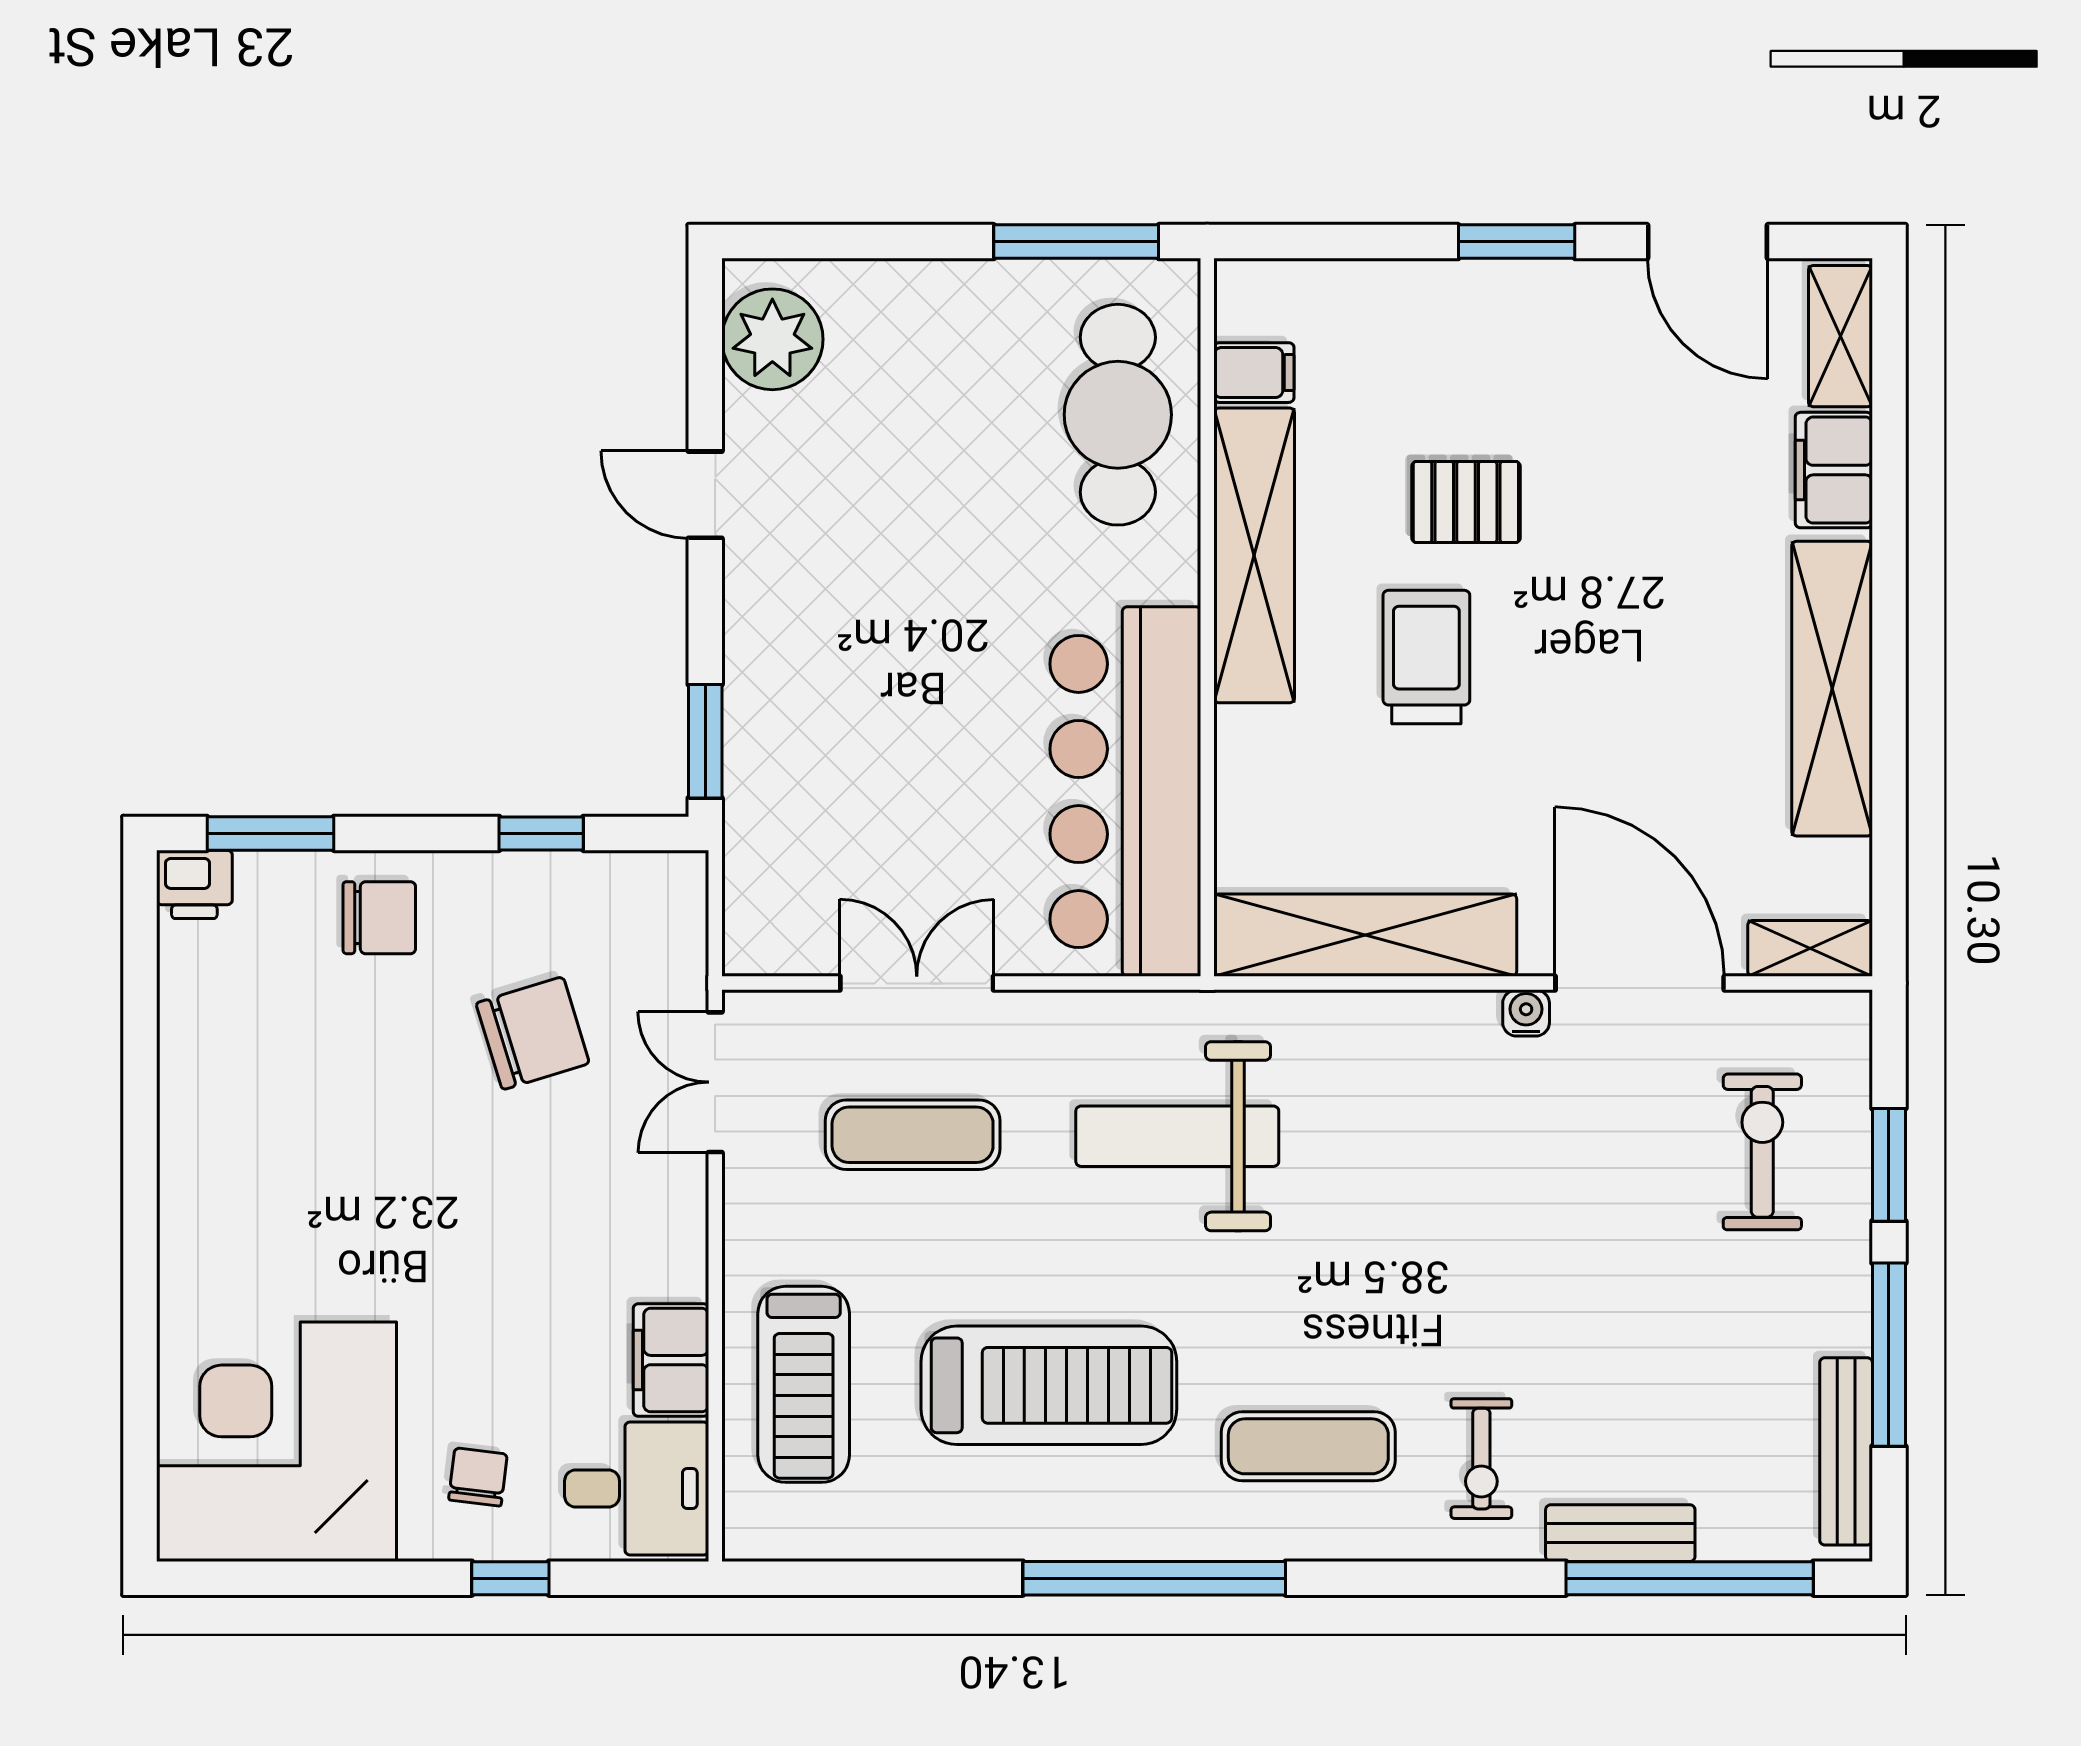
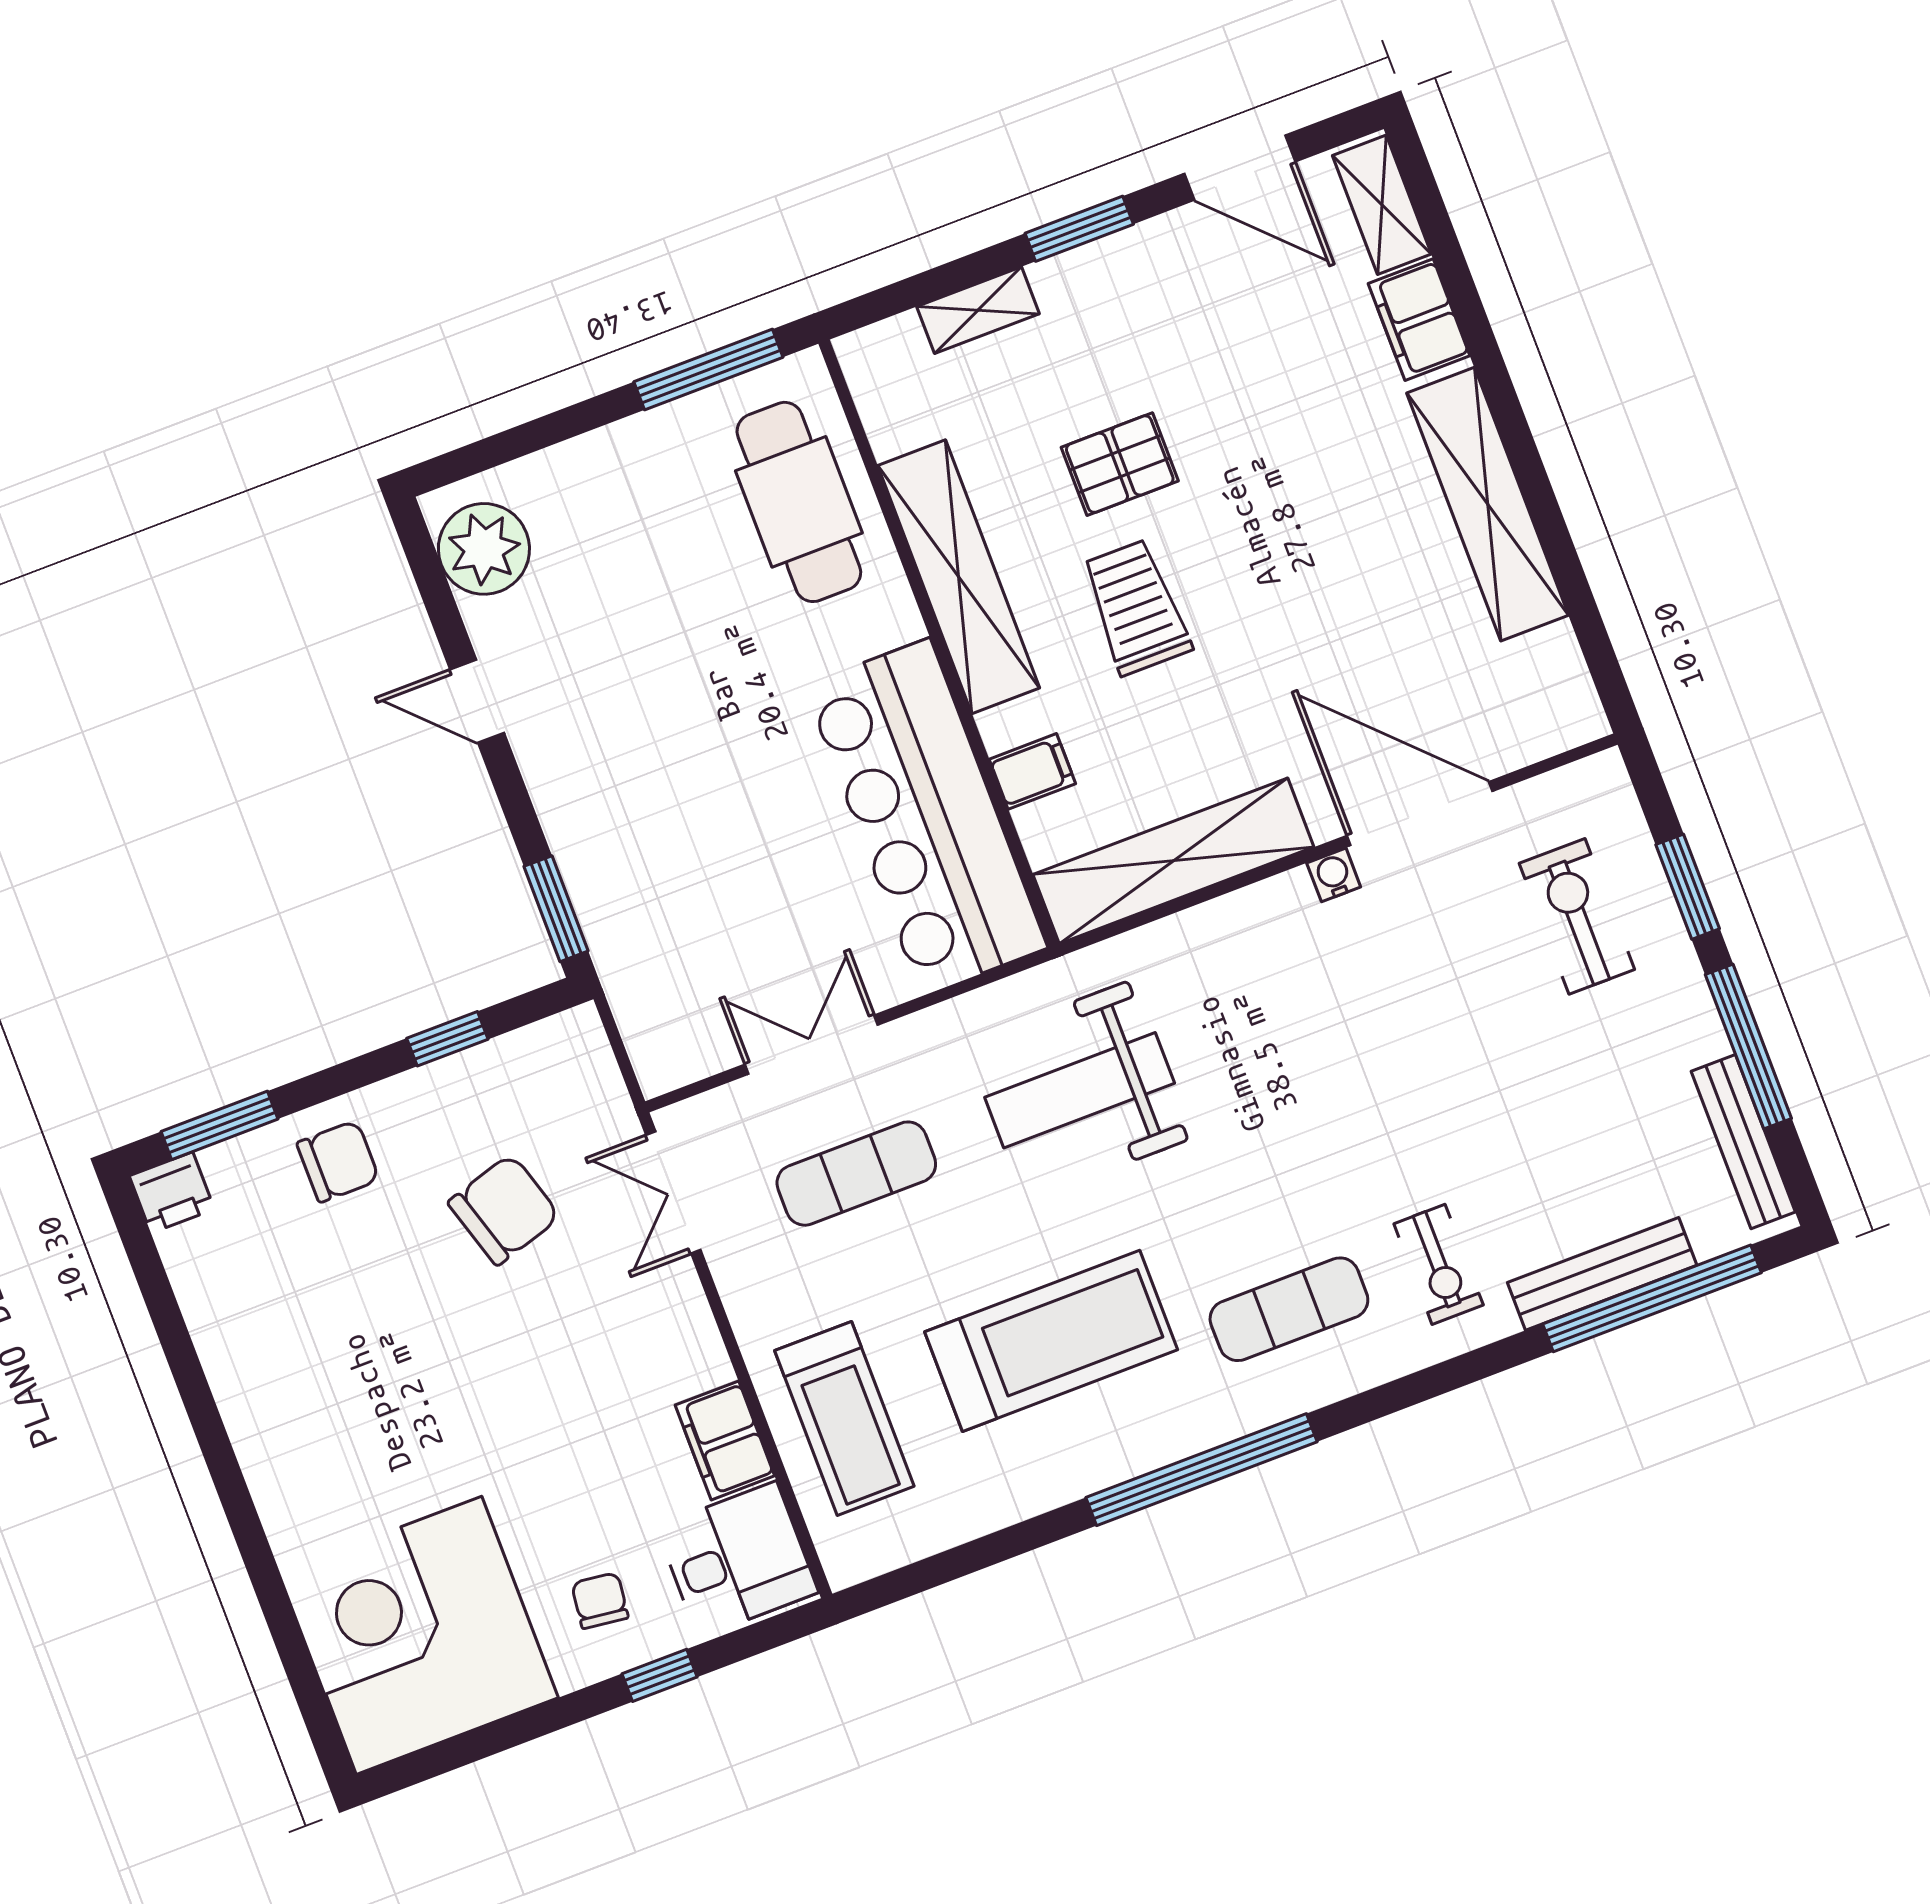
filing cabinet: (1254, 373) -> (1032, 771), moved
shelving: (1810, 948) -> (978, 310), moved
bench: (1620, 1533) -> (1602, 1274), width x1.36

